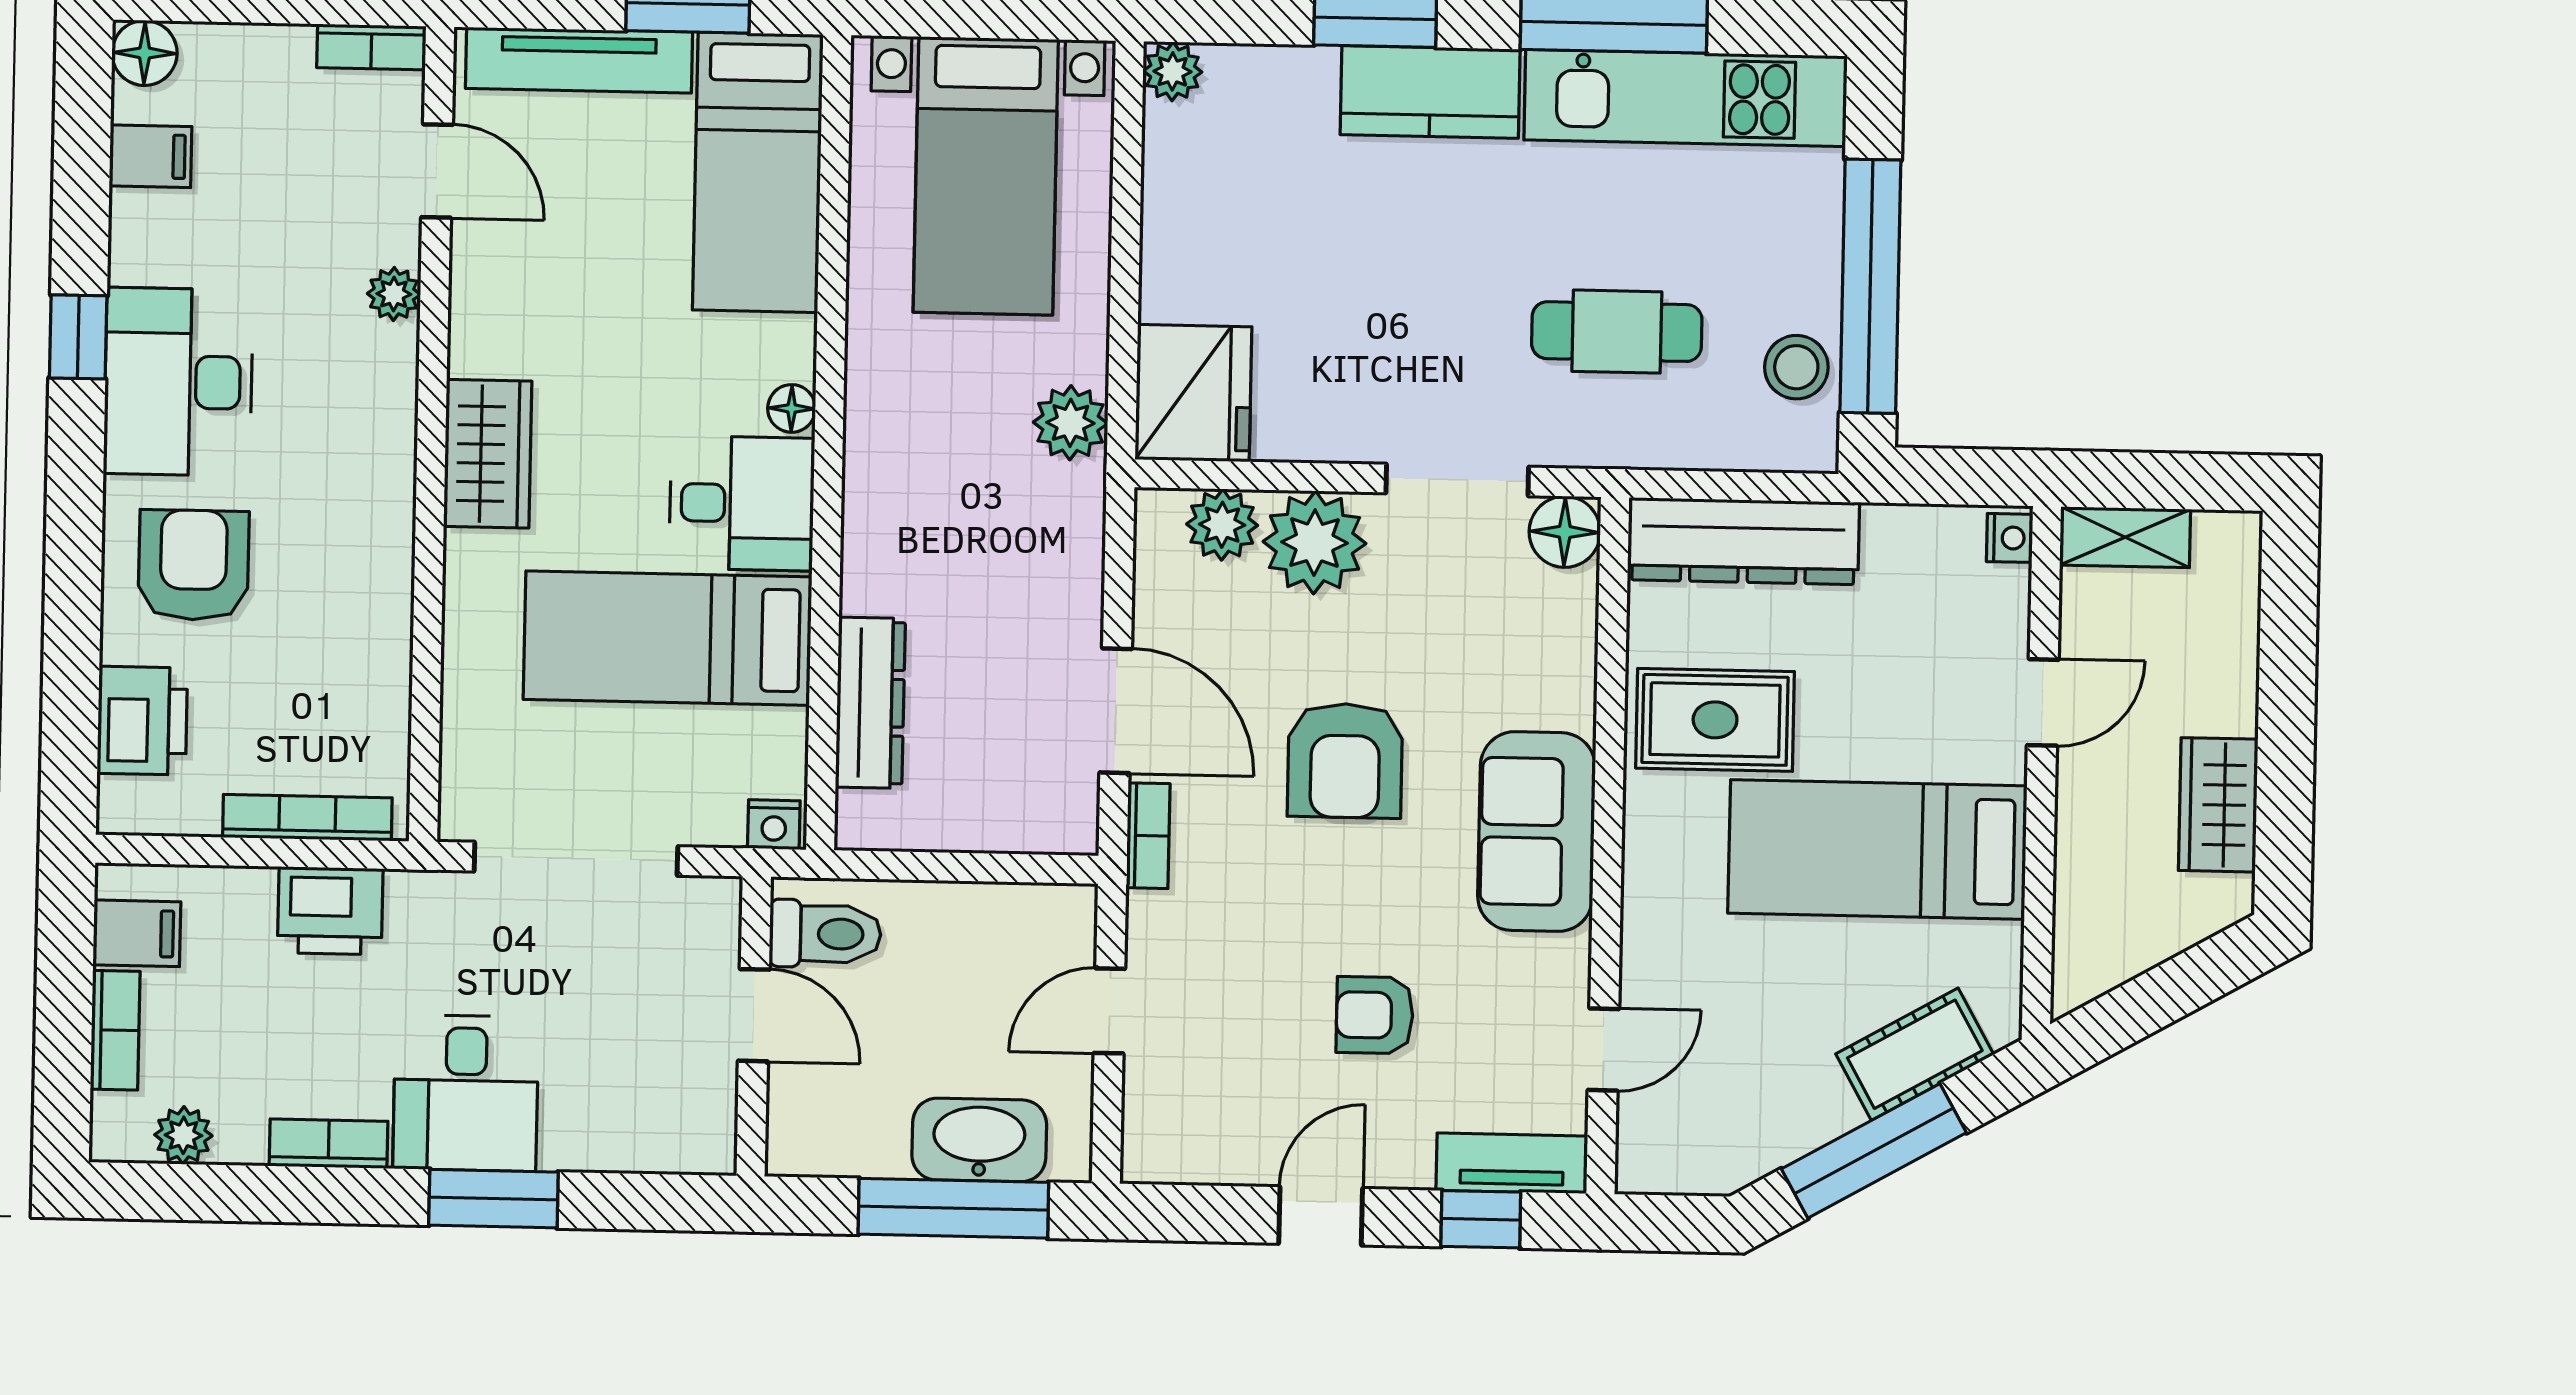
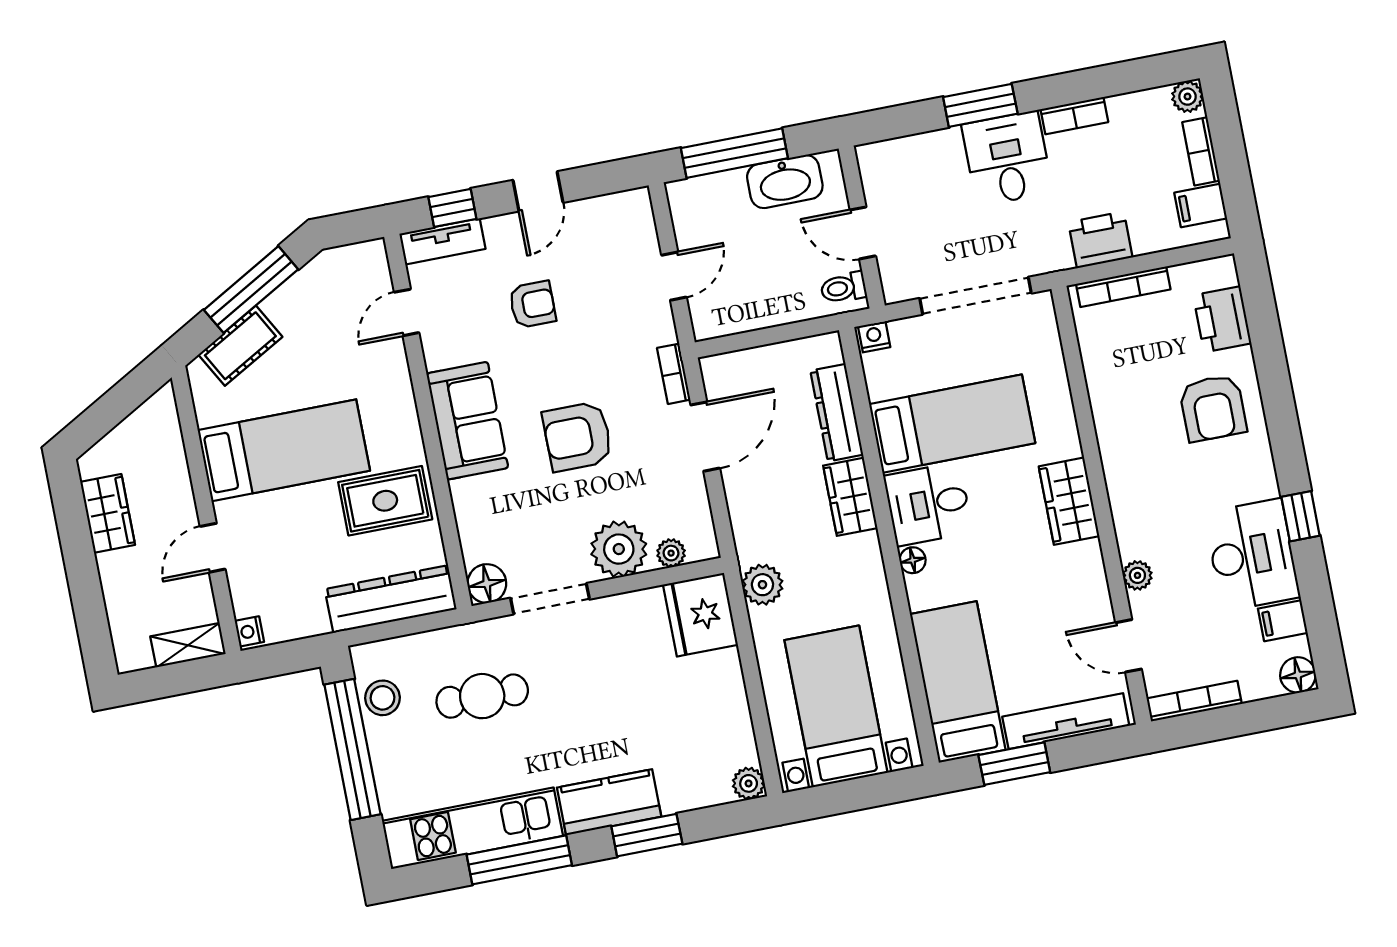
bookcase: (371, 47) -> (1194, 701), width x1.56
desk: (178, 382) -> (1252, 555), moved
plant: (1222, 525) -> (671, 553), width x0.73, depth x0.73
wardrobe: (879, 546) -> (850, 497), added
door: (1116, 711) -> (705, 437), swing flipped
armchair: (1345, 761) -> (577, 436), turned -90
toilet: (825, 934) -> (843, 288), width x0.73, depth x0.72
plant: (183, 1135) -> (1187, 97), moved
washbasin: (979, 1140) -> (785, 182), moved

